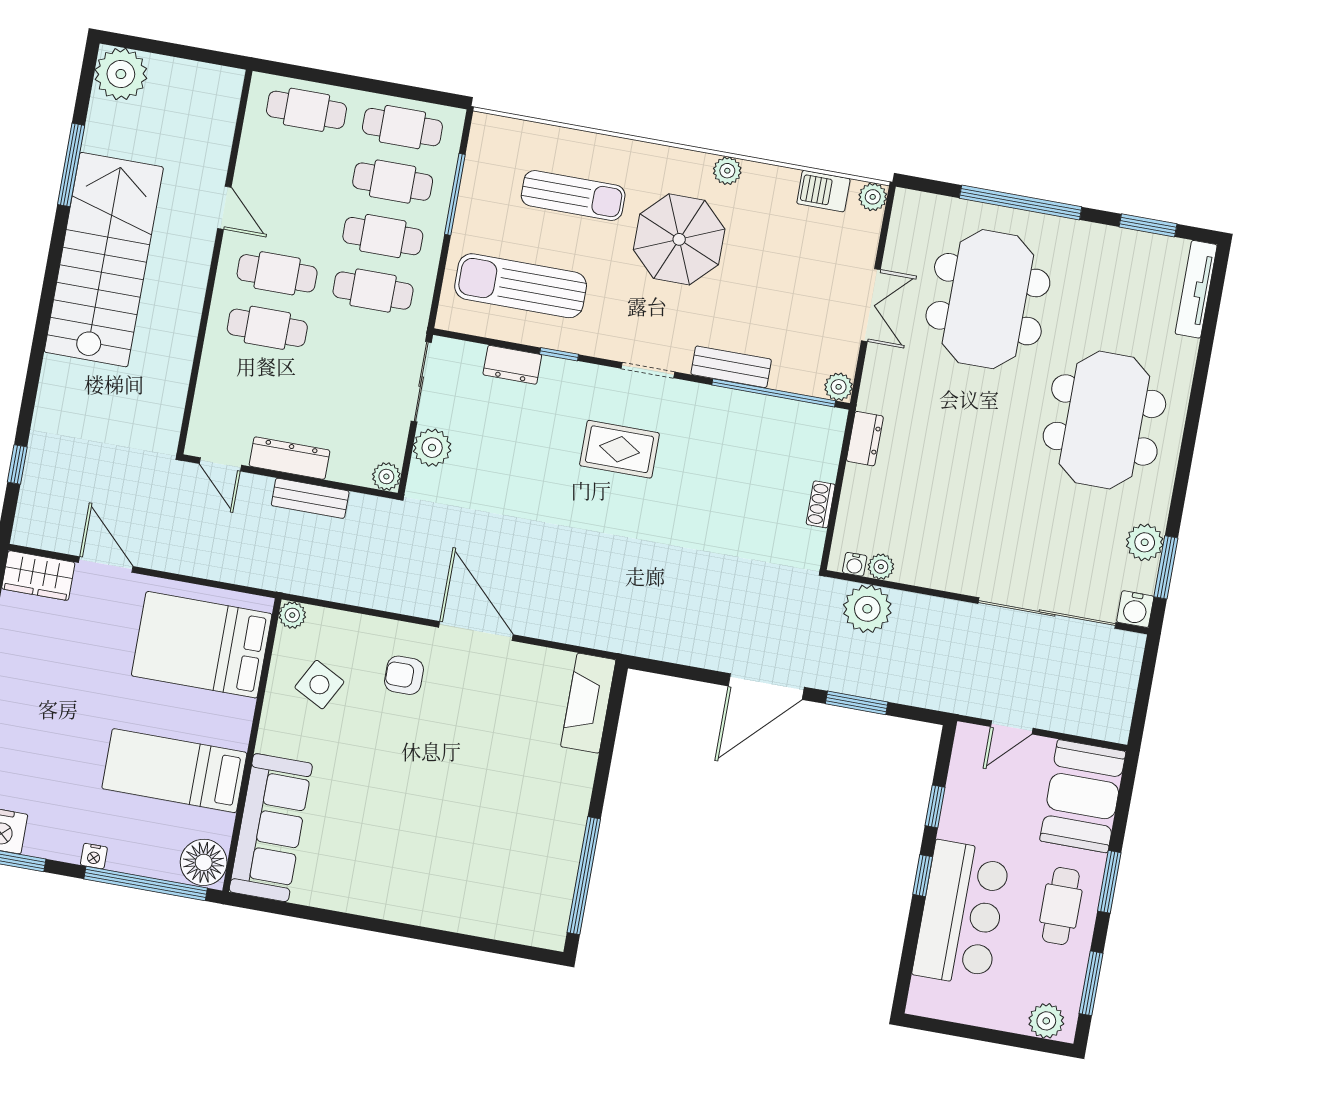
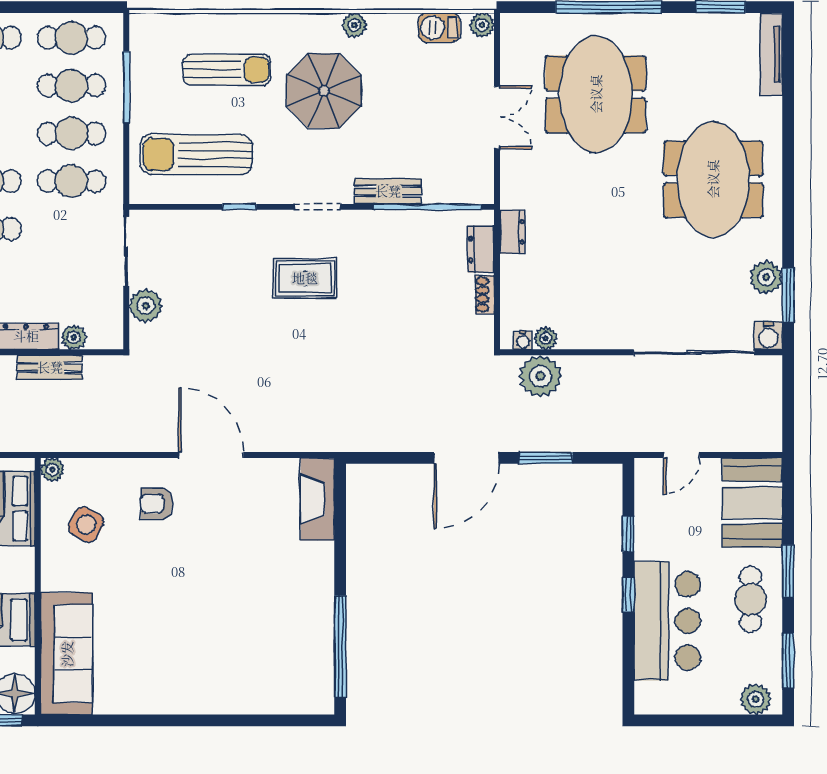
dresser: (512, 365) -> (481, 249), moved, turned 90
plant: (839, 387) -> (482, 192), removed
plant: (386, 476) -> (74, 337), moved

